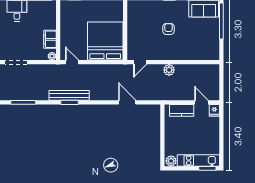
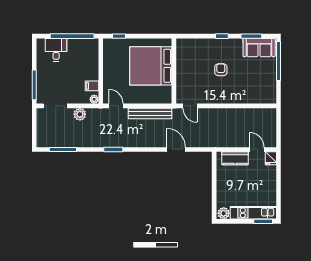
filing cabinet: (50, 39) -> (92, 86), width x0.50
bed: (105, 41) -> (151, 66), moved, turned -90
door: (140, 62) -> (190, 106), hinge flipped
plant: (169, 70) -> (80, 114), moved
bench: (69, 95) -> (150, 113), moved

